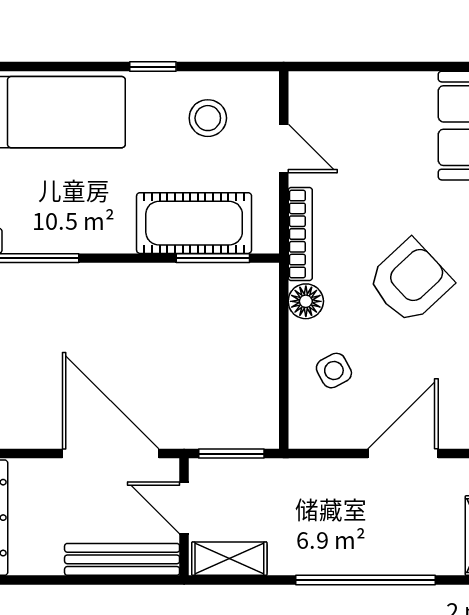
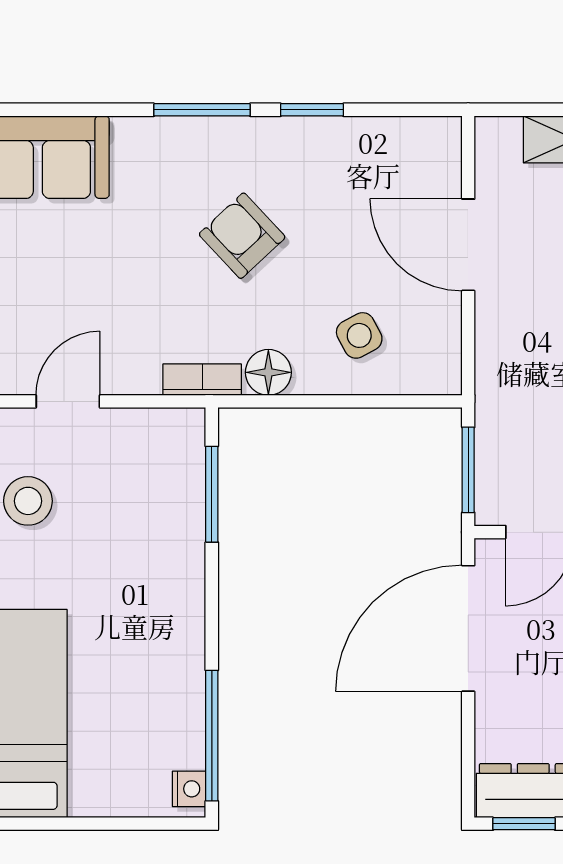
cot: (194, 223) -> (166, 519), removed
bookcase: (300, 234) -> (202, 380), width x0.64
armchair: (410, 281) -> (242, 236), width x0.72, depth x0.72

